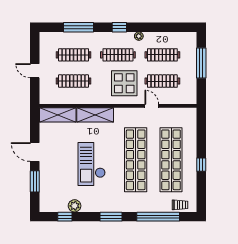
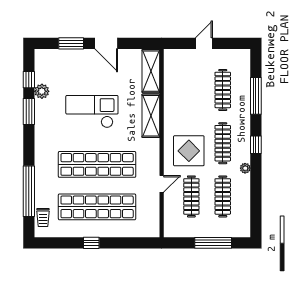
clothes rail: (74, 81) -> (191, 90), removed
door: (35, 152) -> (106, 43), swing flipped
window: (111, 217) -> (29, 111), moved

